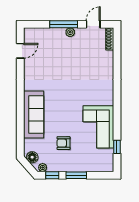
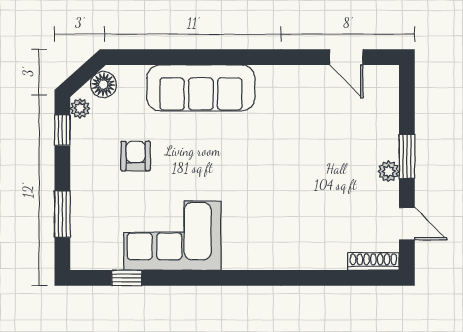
window: (64, 24) -> (407, 156), width x0.69
window: (76, 175) -> (62, 214), moved

